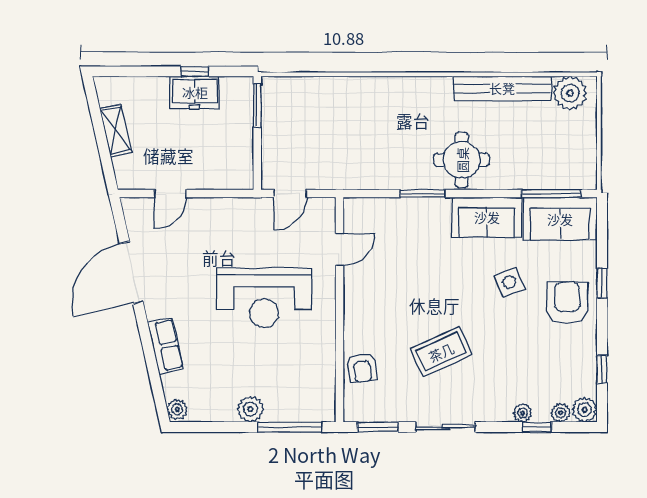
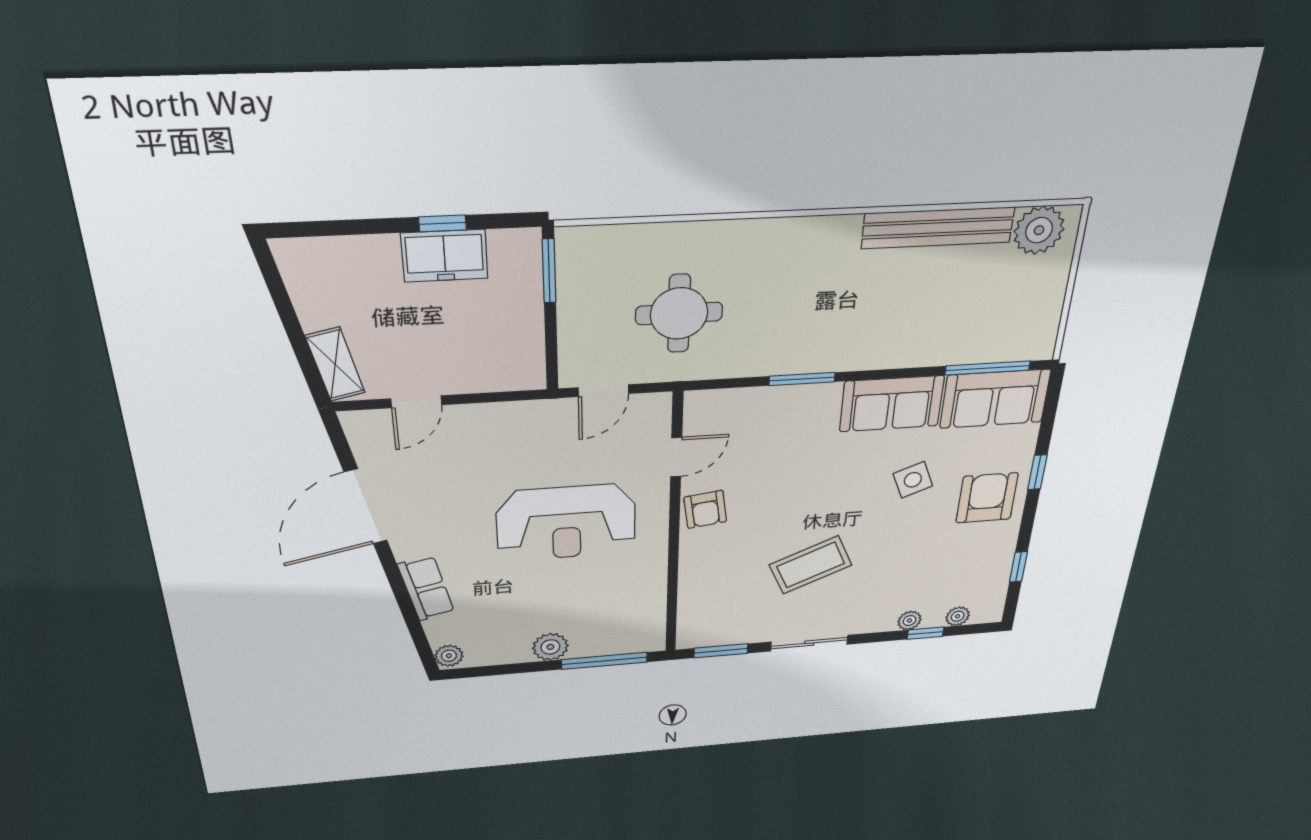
shelving: (116, 130) -> (335, 364), moved
round table: (462, 160) -> (679, 314), moved
armchair: (362, 368) -> (705, 509), moved
plant: (585, 410) -> (988, 611), removed

